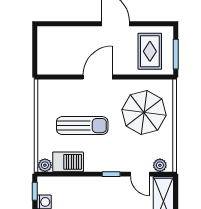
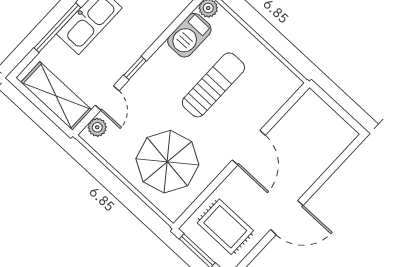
sun lounger: (82, 126) -> (213, 85), turned 180
door: (140, 174) -> (107, 98), swing flipped

